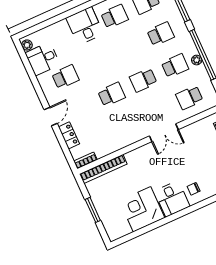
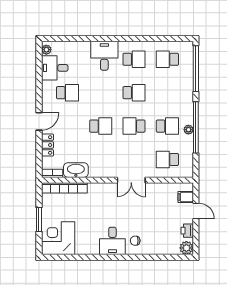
school desk: (161, 34) -> (134, 93), moved
washbasin: (107, 147) -> (76, 170), added
corner desk: (142, 209) -> (58, 238), moved

